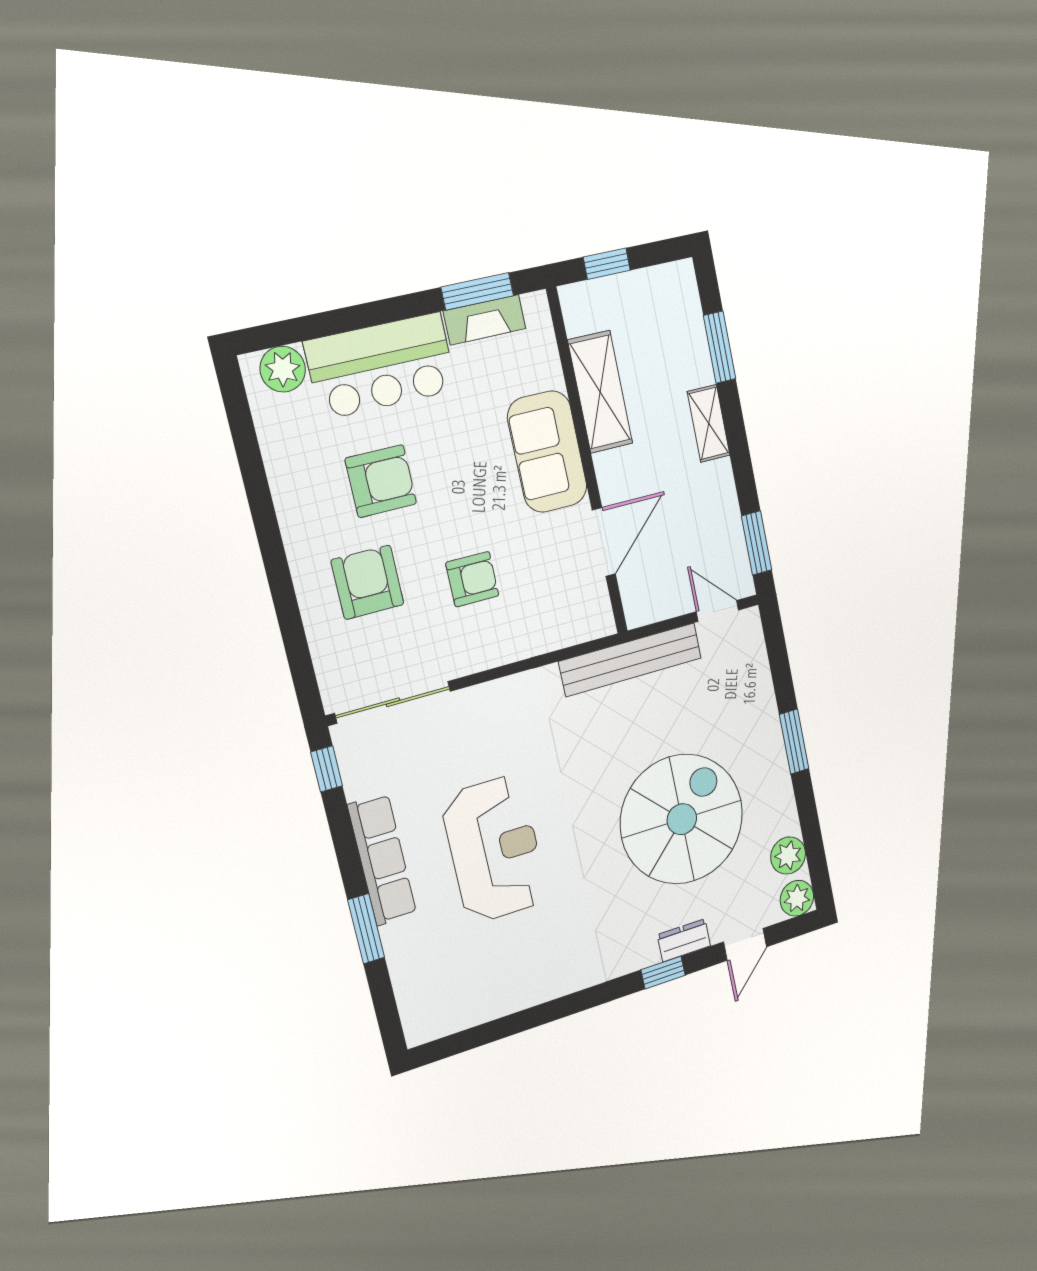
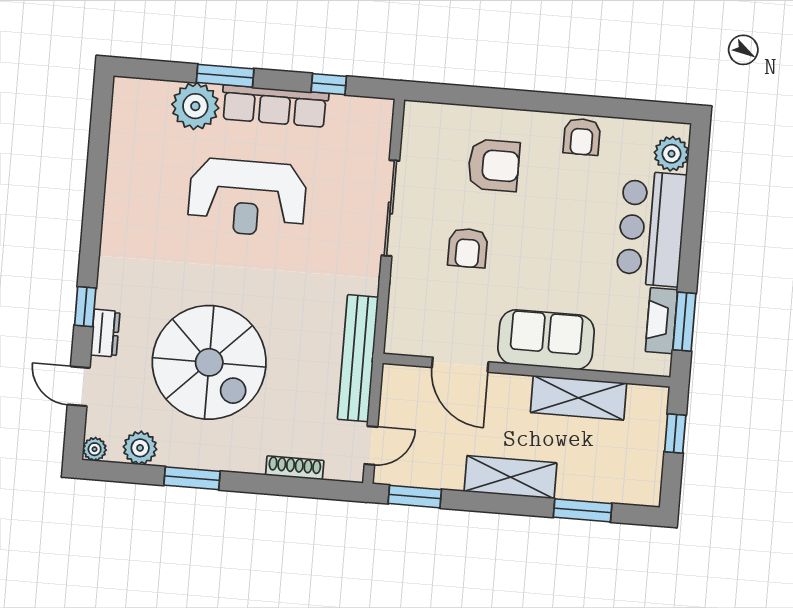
shelving: (709, 423) -> (510, 477), width x1.50, depth x1.33
armchair: (381, 481) -> (582, 137), moved, width x0.72, depth x0.72
shoe rack: (763, 685) -> (295, 468), added
sliding door: (393, 702) -> (390, 208), moved
window: (794, 742) -> (192, 478), moved
window: (327, 769) -> (329, 84), moved
plant: (797, 898) -> (95, 449), width x0.73, depth x0.73
plant: (412, 947) -> (195, 106), added

